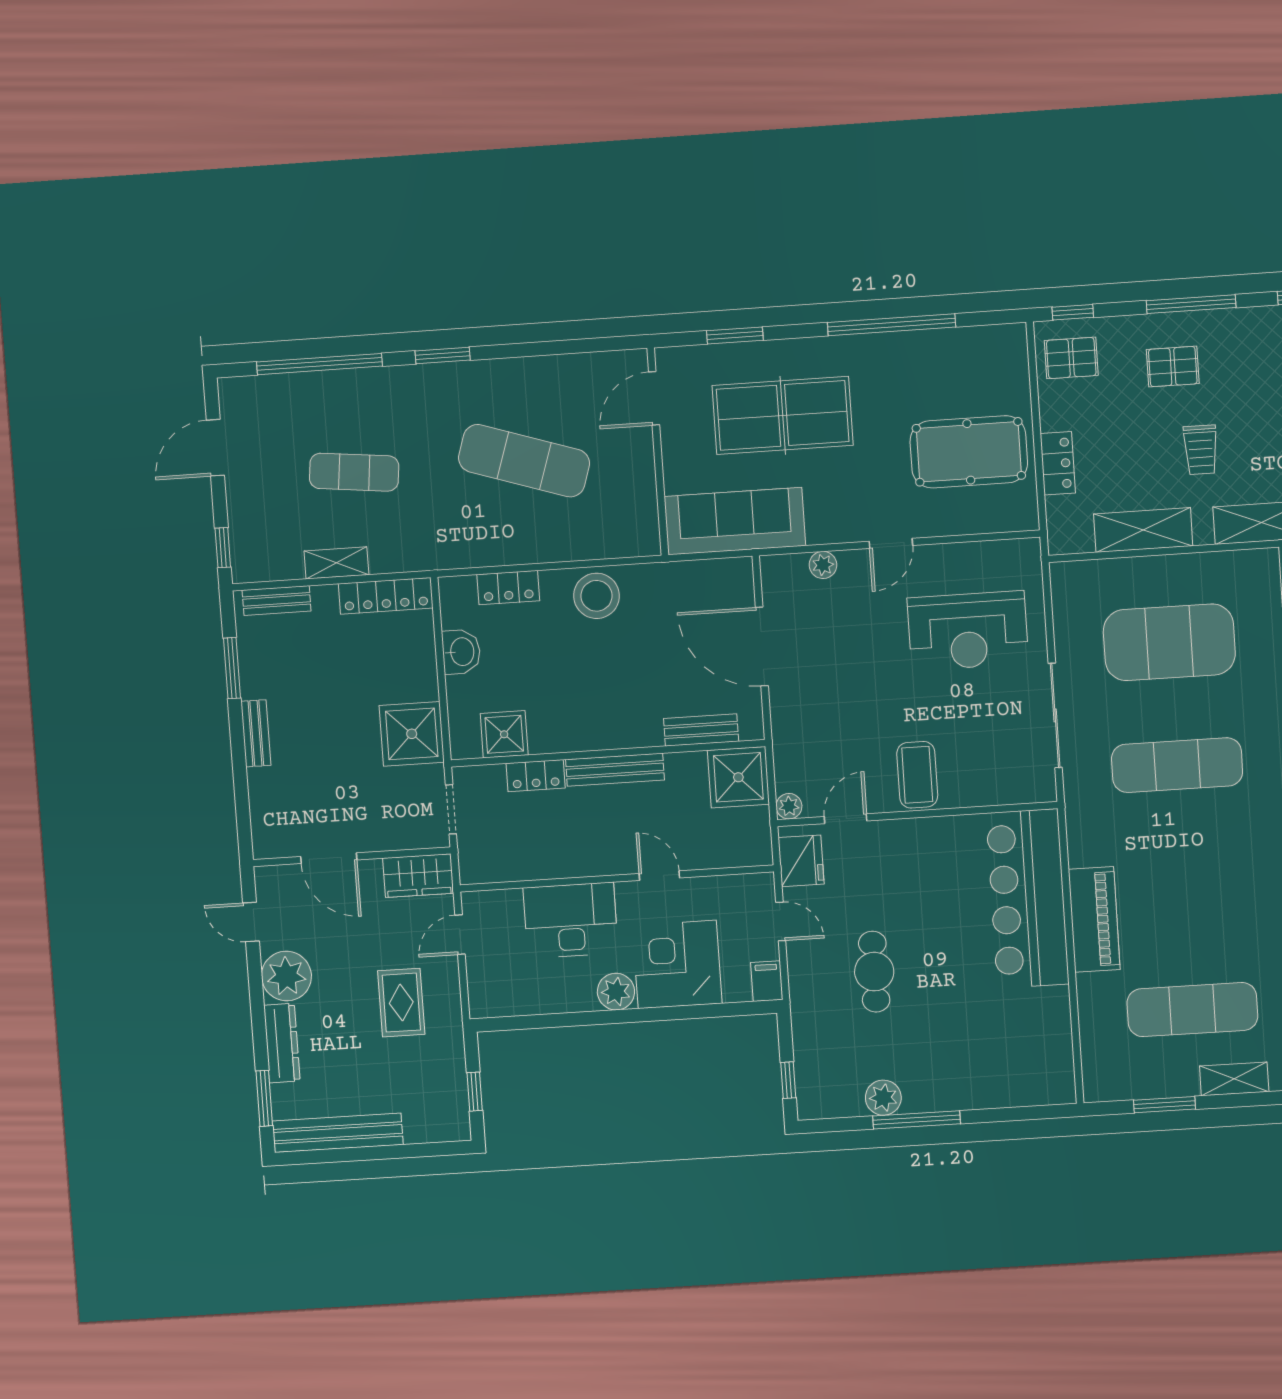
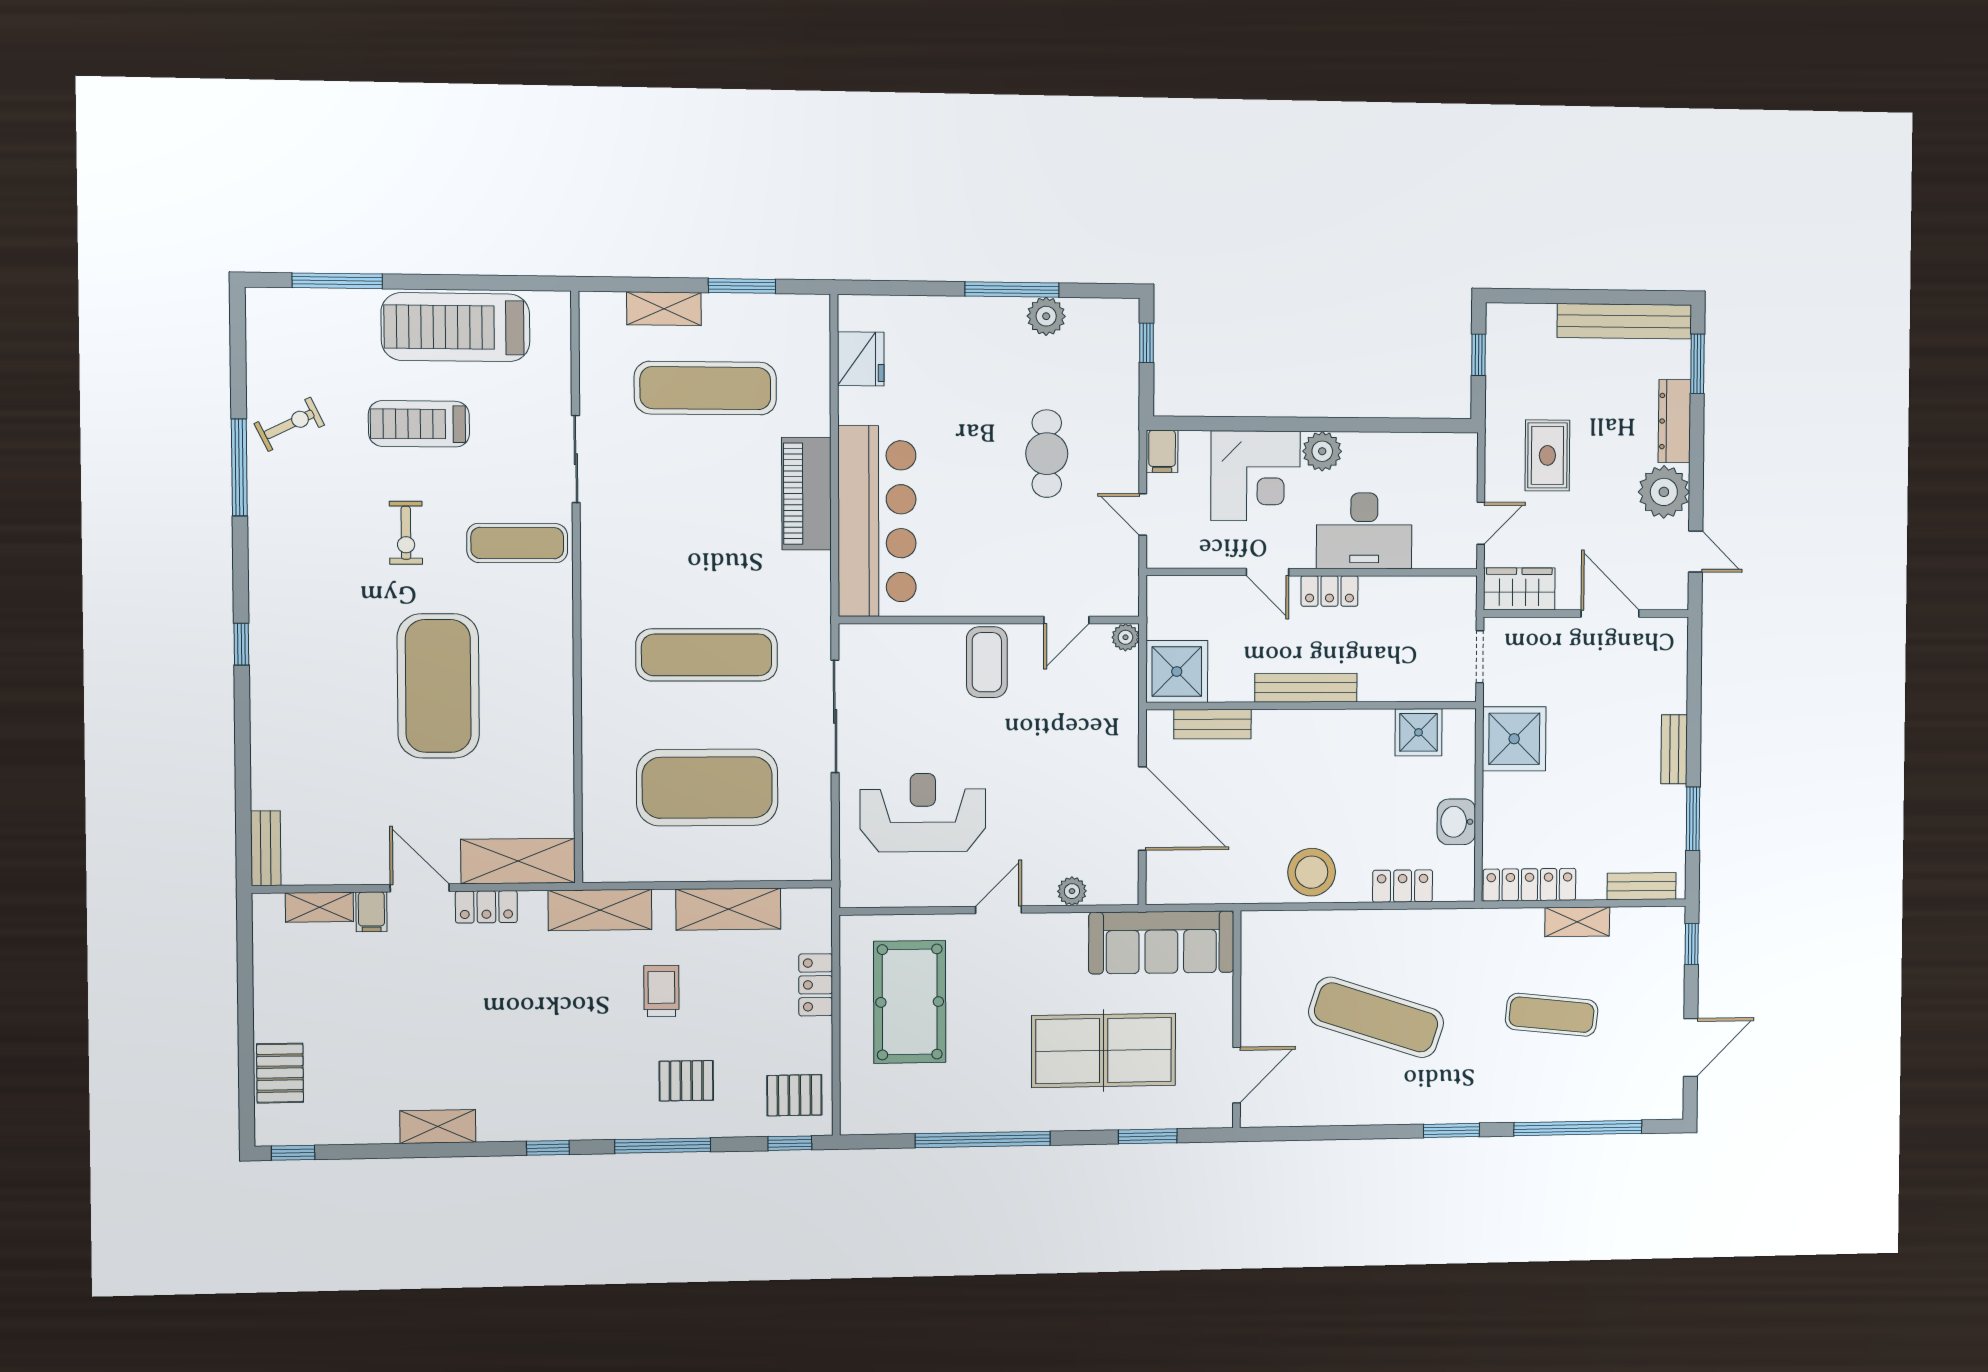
pool table: (969, 452) -> (910, 1002), turned 90
locker: (536, 776) -> (1330, 591), moved, turned 180
fridge: (801, 861) -> (861, 359), moved, turned 180

